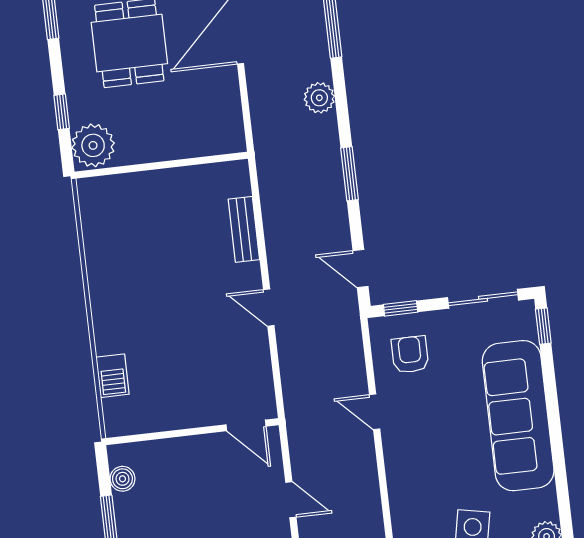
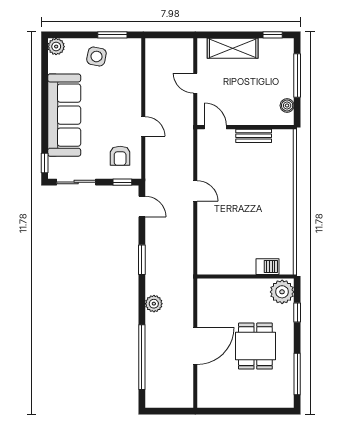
bench: (244, 229) -> (254, 136), moved, turned 90
barbecue: (113, 376) -> (268, 267), moved, turned 90

